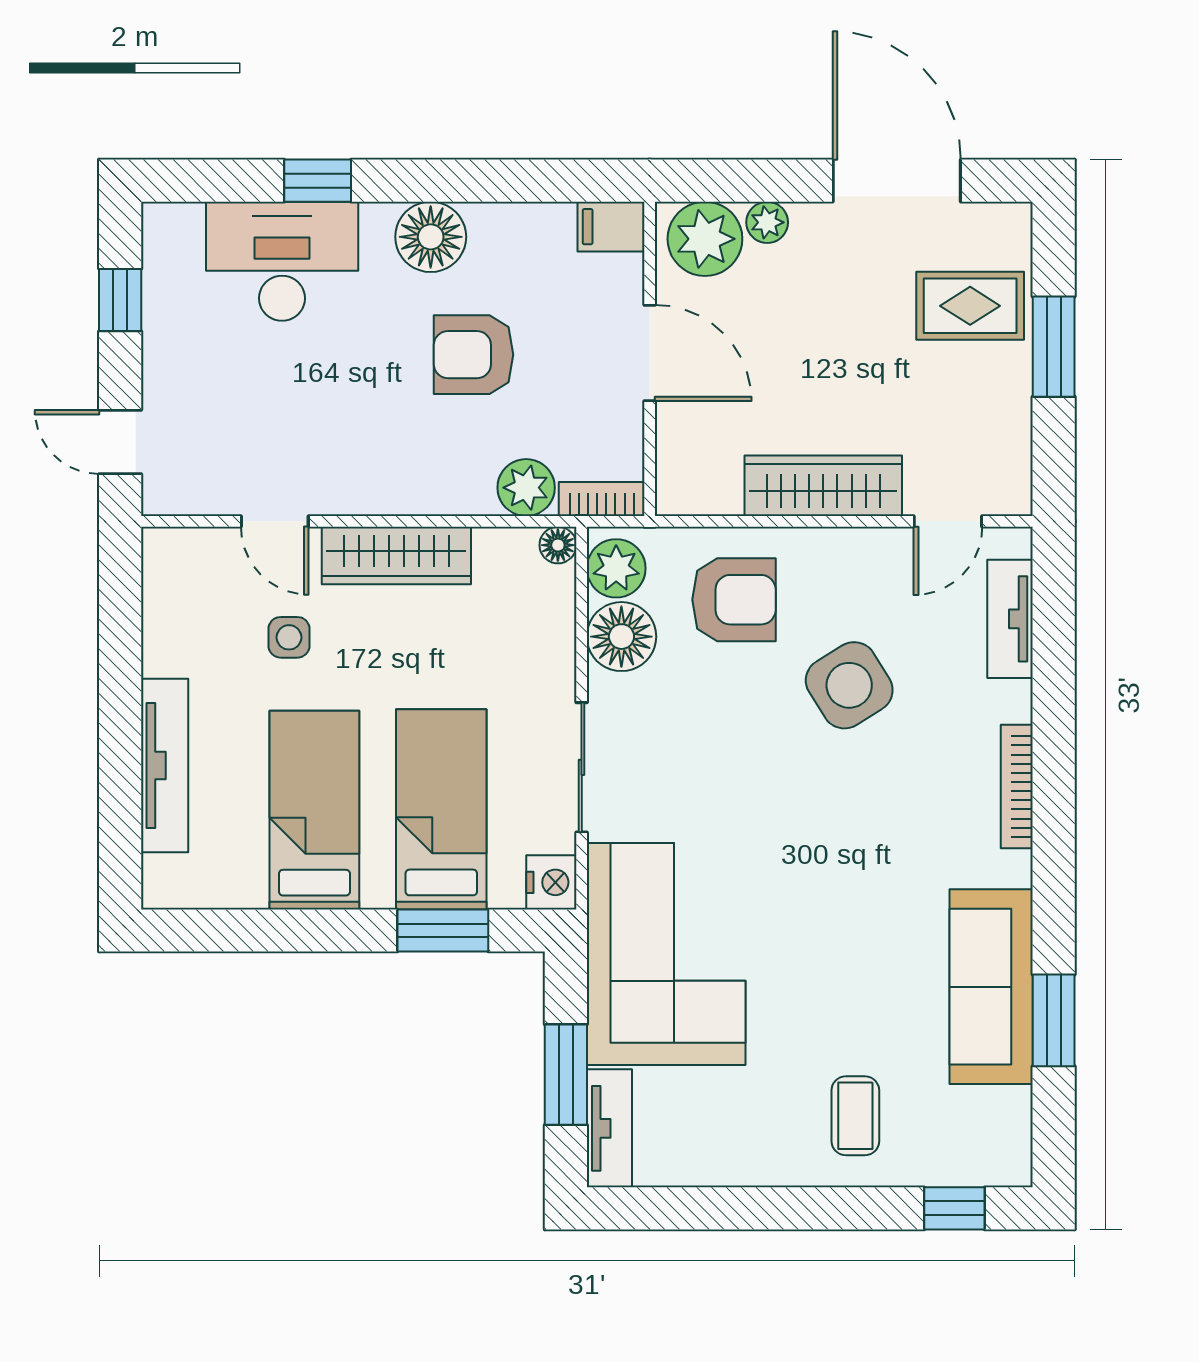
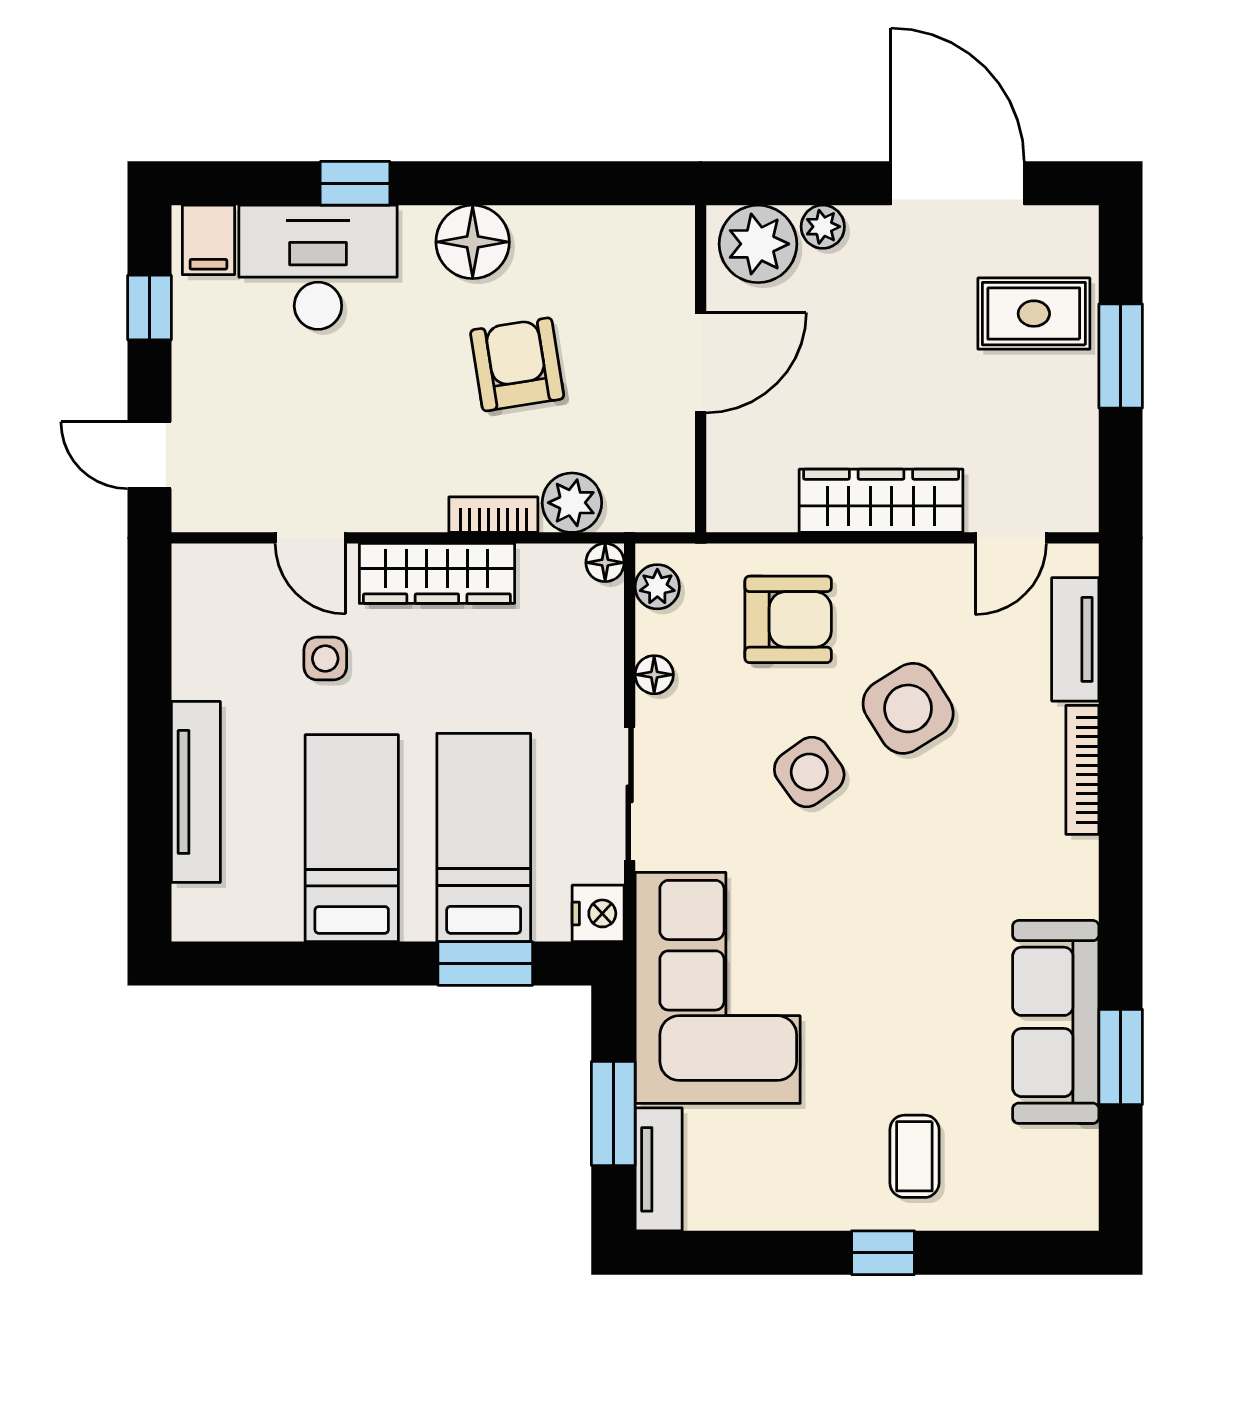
filing cabinet: (611, 227) -> (208, 240), moved, turned -90
door: (650, 353) -> (701, 363), hinge flipped
armchair: (473, 355) -> (517, 364), turned 81
bookcase: (602, 499) -> (493, 515), moved
plant: (616, 568) -> (657, 587), width x0.73, depth x0.73
floor lamp: (621, 637) -> (654, 675), width x0.53, depth x0.53
side table: (754, 746) -> (809, 772), added
bookcase: (1017, 787) -> (1082, 770), moved
window: (954, 1208) -> (883, 1253), moved

